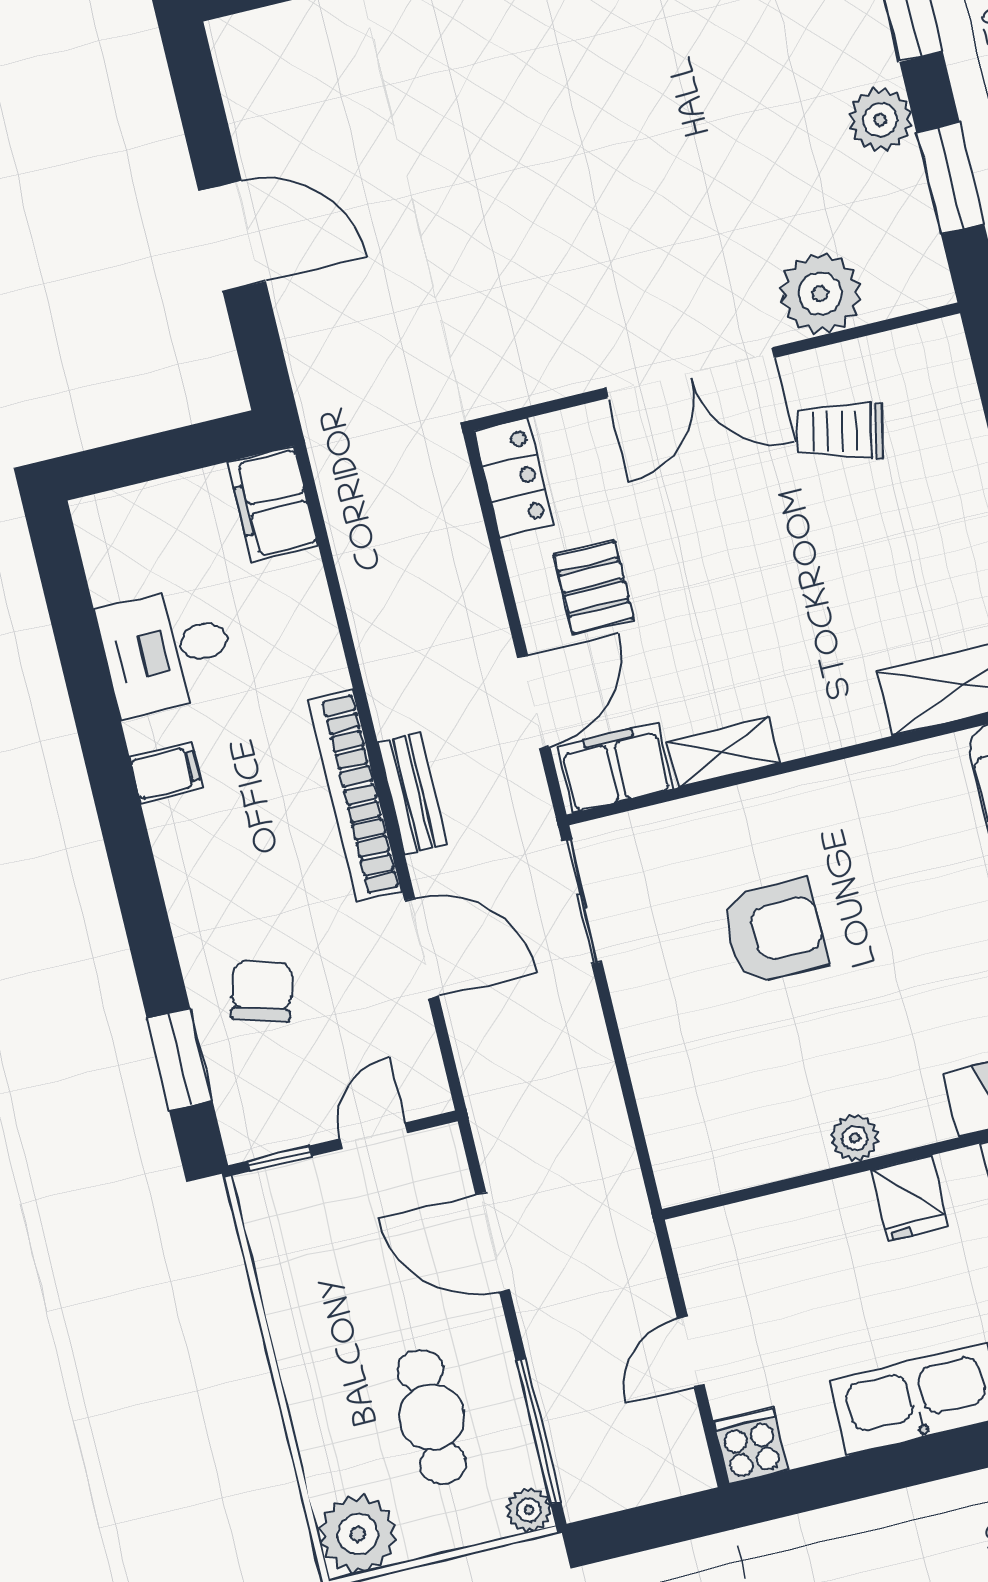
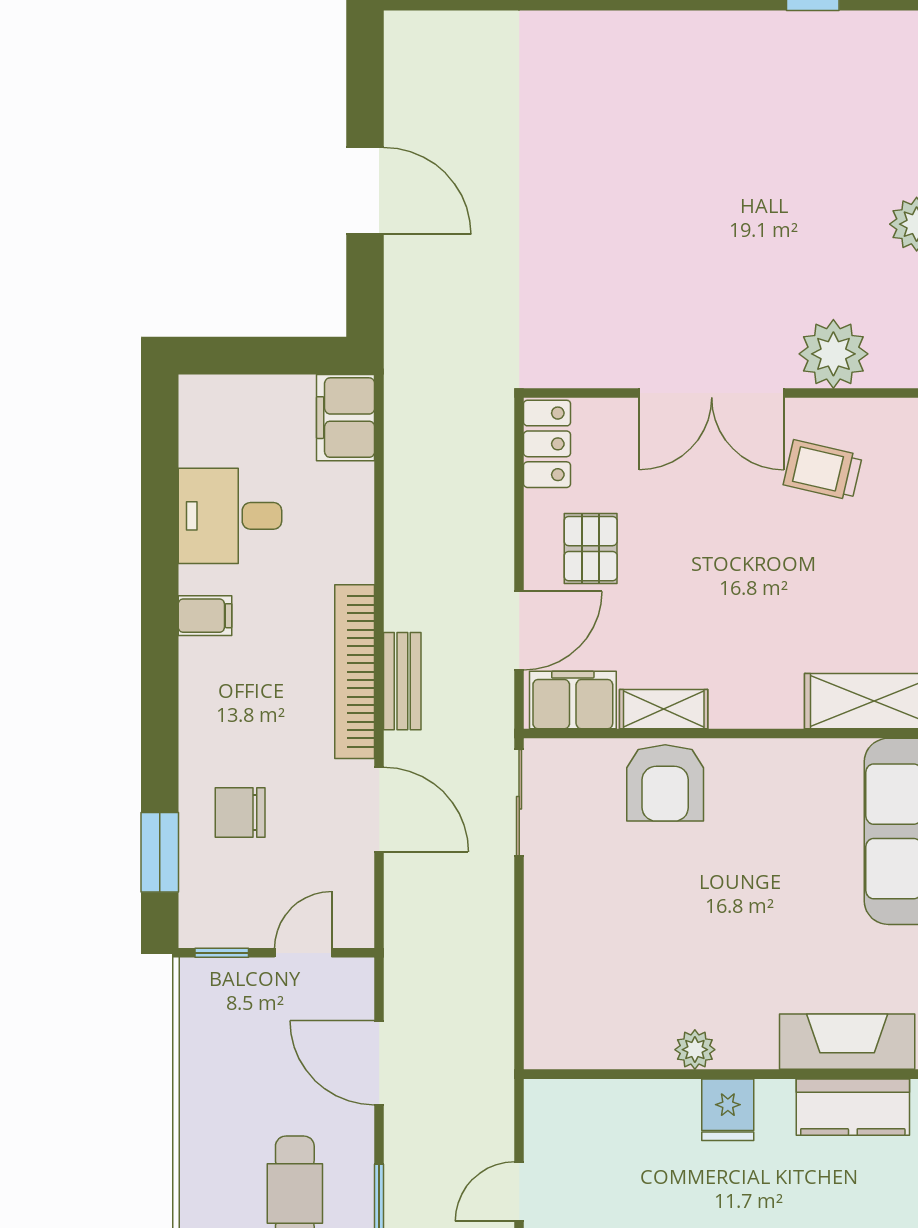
armchair: (774, 931) -> (665, 783), moved, turned 90
chair: (262, 991) -> (240, 813), turned -106

